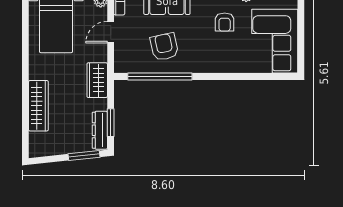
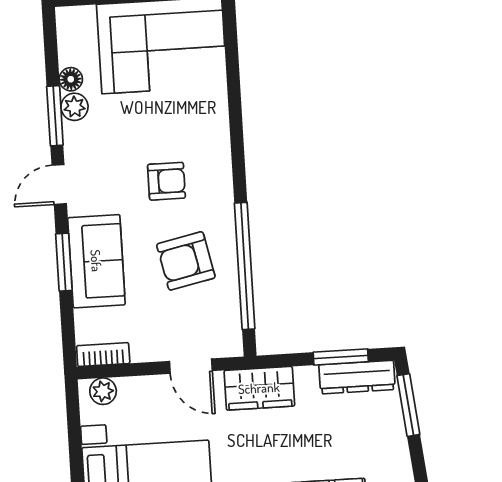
armchair: (225, 22) -> (166, 181), moved
door: (111, 32) -> (191, 366), moved

